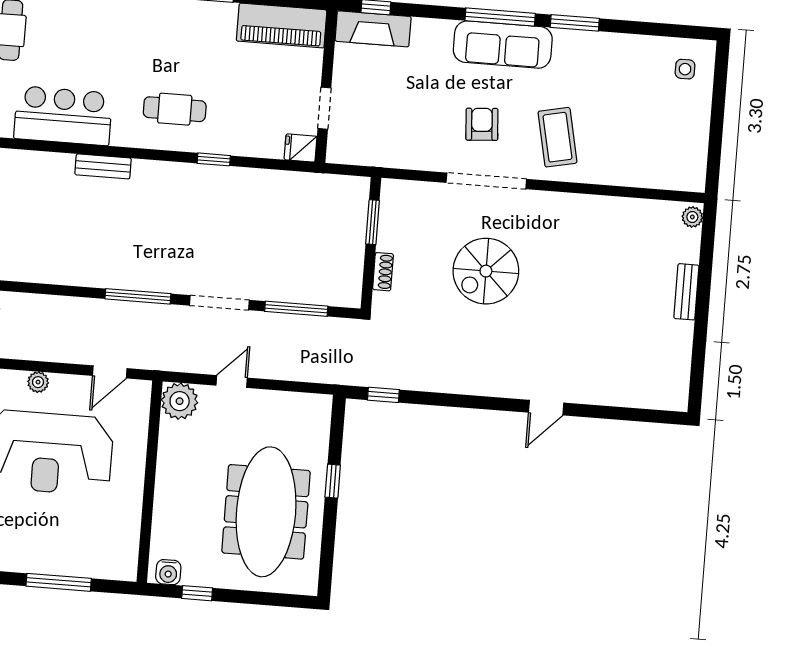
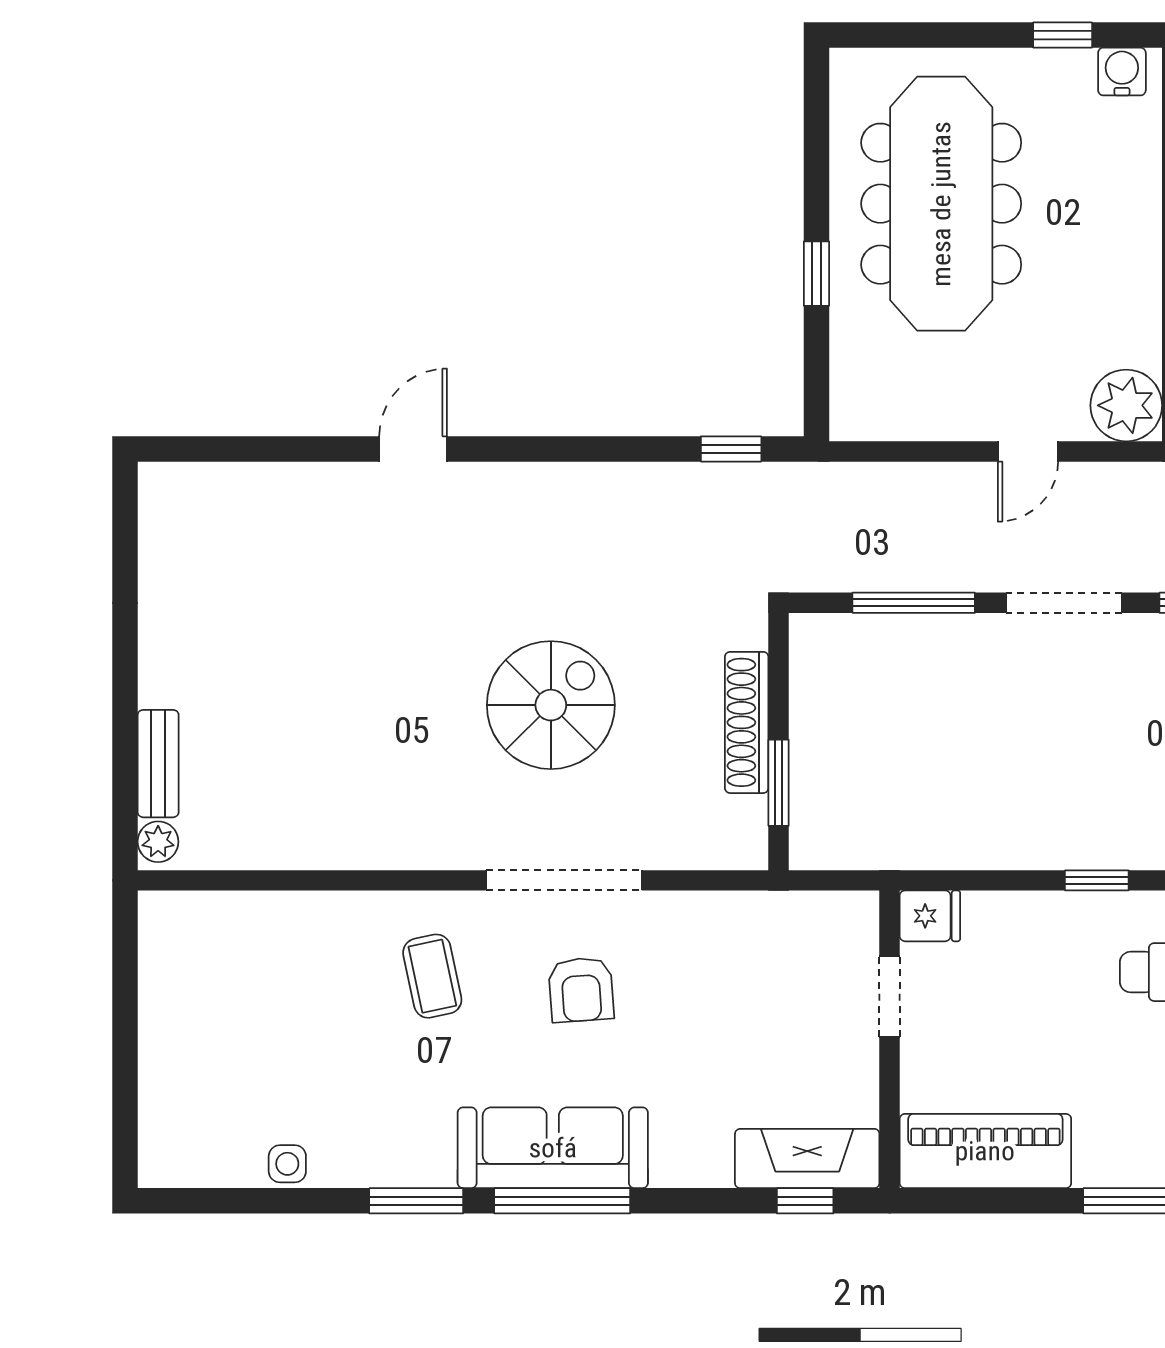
side table: (685, 69) -> (287, 1164), moved
coffee table: (557, 137) -> (432, 976), width x0.73, depth x0.77
shoe rack: (383, 272) -> (747, 722), width x1.94, depth x1.24
bench: (686, 292) -> (158, 764), moved

